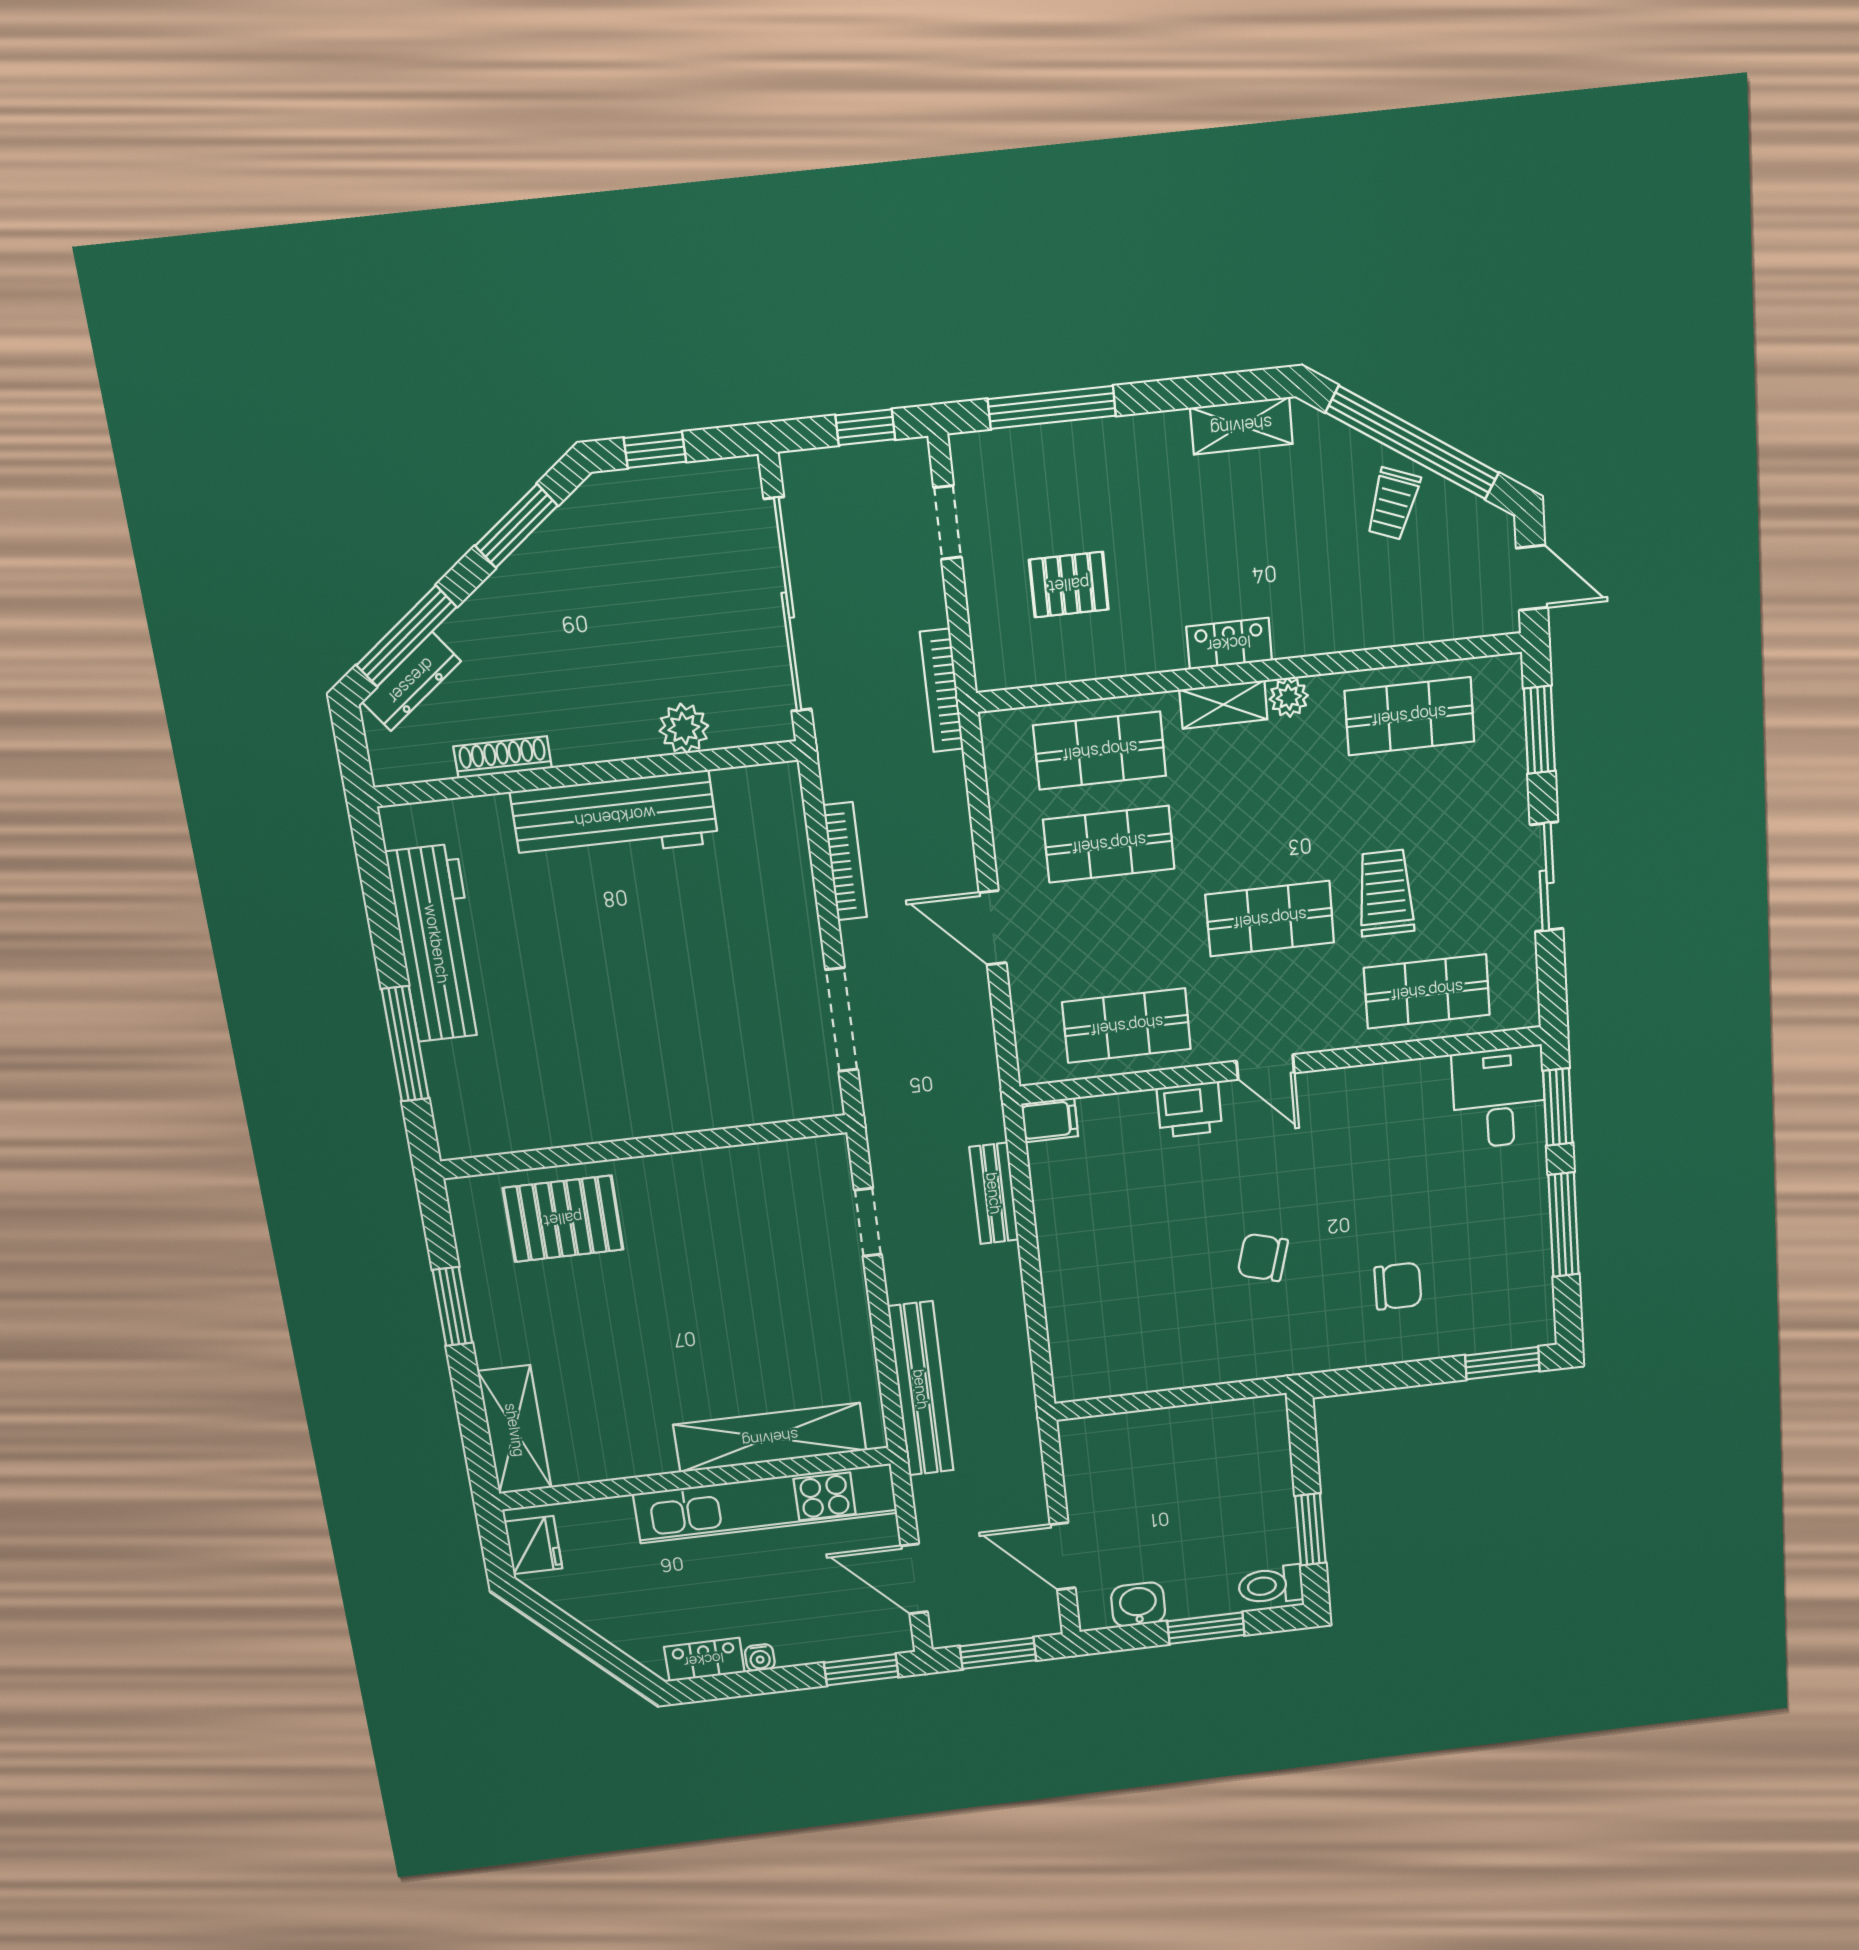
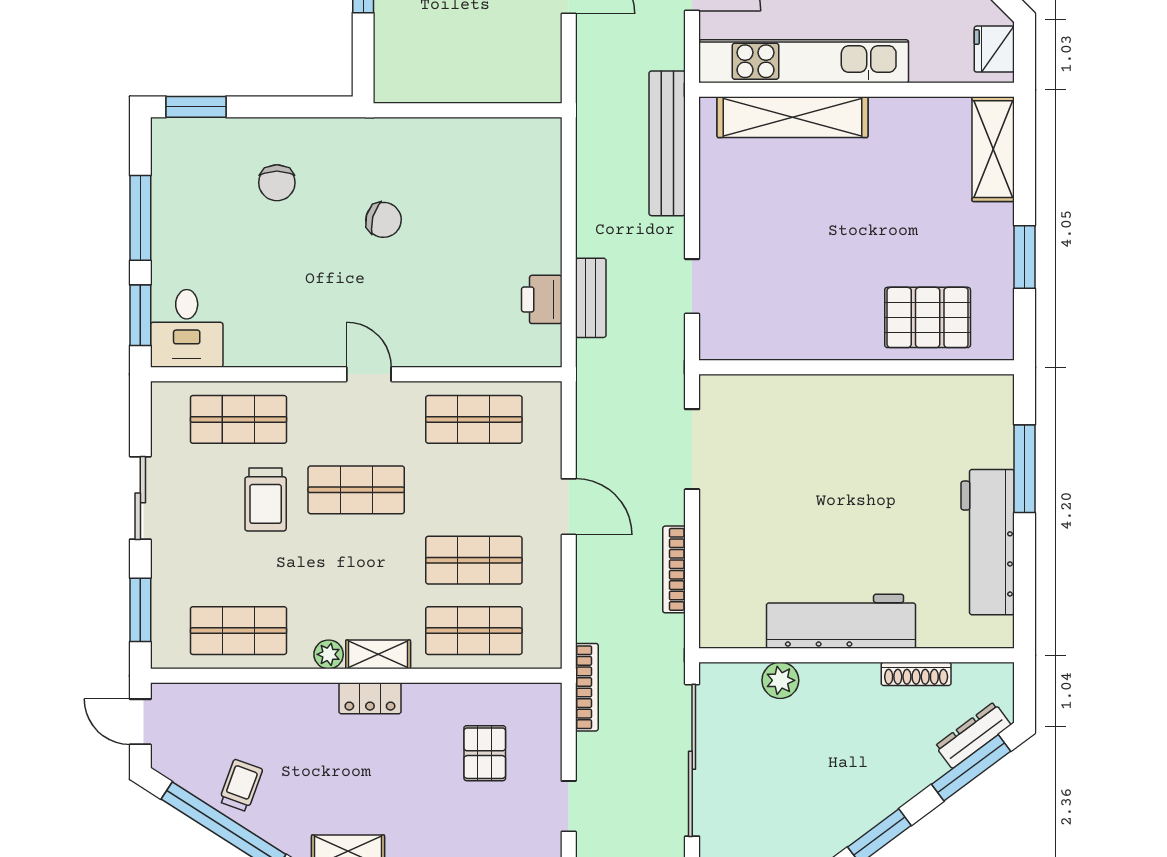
pallet: (1069, 585) -> (485, 753), turned 90
printer: (1189, 1110) -> (542, 299), moved, turned -90
filing cabinet: (1050, 1120) -> (541, 352), removed
chair: (1398, 1286) -> (277, 183), turned -90

